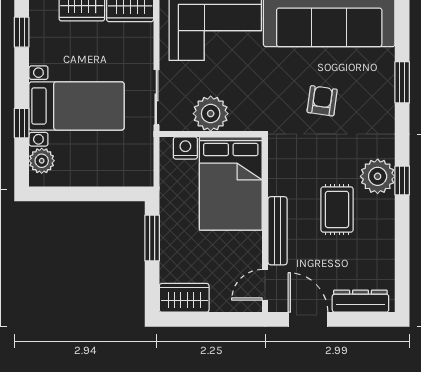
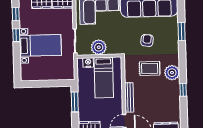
window: (22, 123) -> (16, 35), moved
plant: (42, 161) -> (26, 70), removed
window: (402, 180) -> (183, 90), moved
bed: (231, 184) -> (104, 78), width x0.67
rug: (337, 209) -> (150, 68), moved, turned 90

